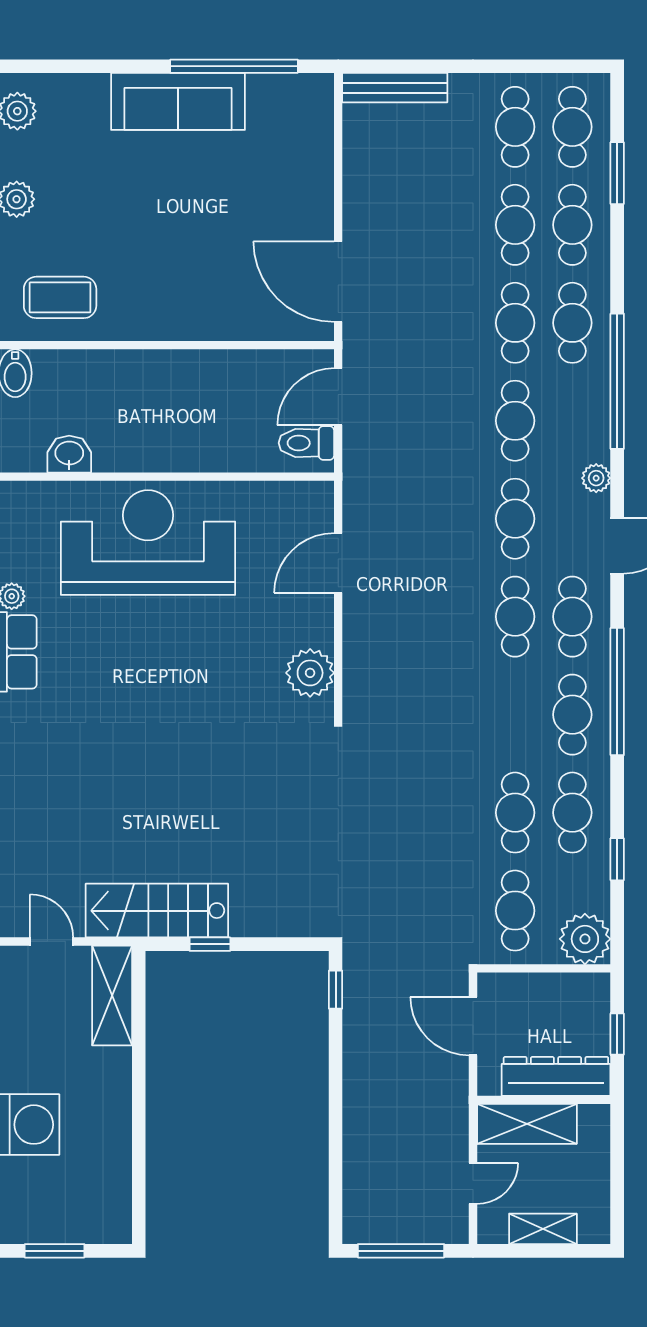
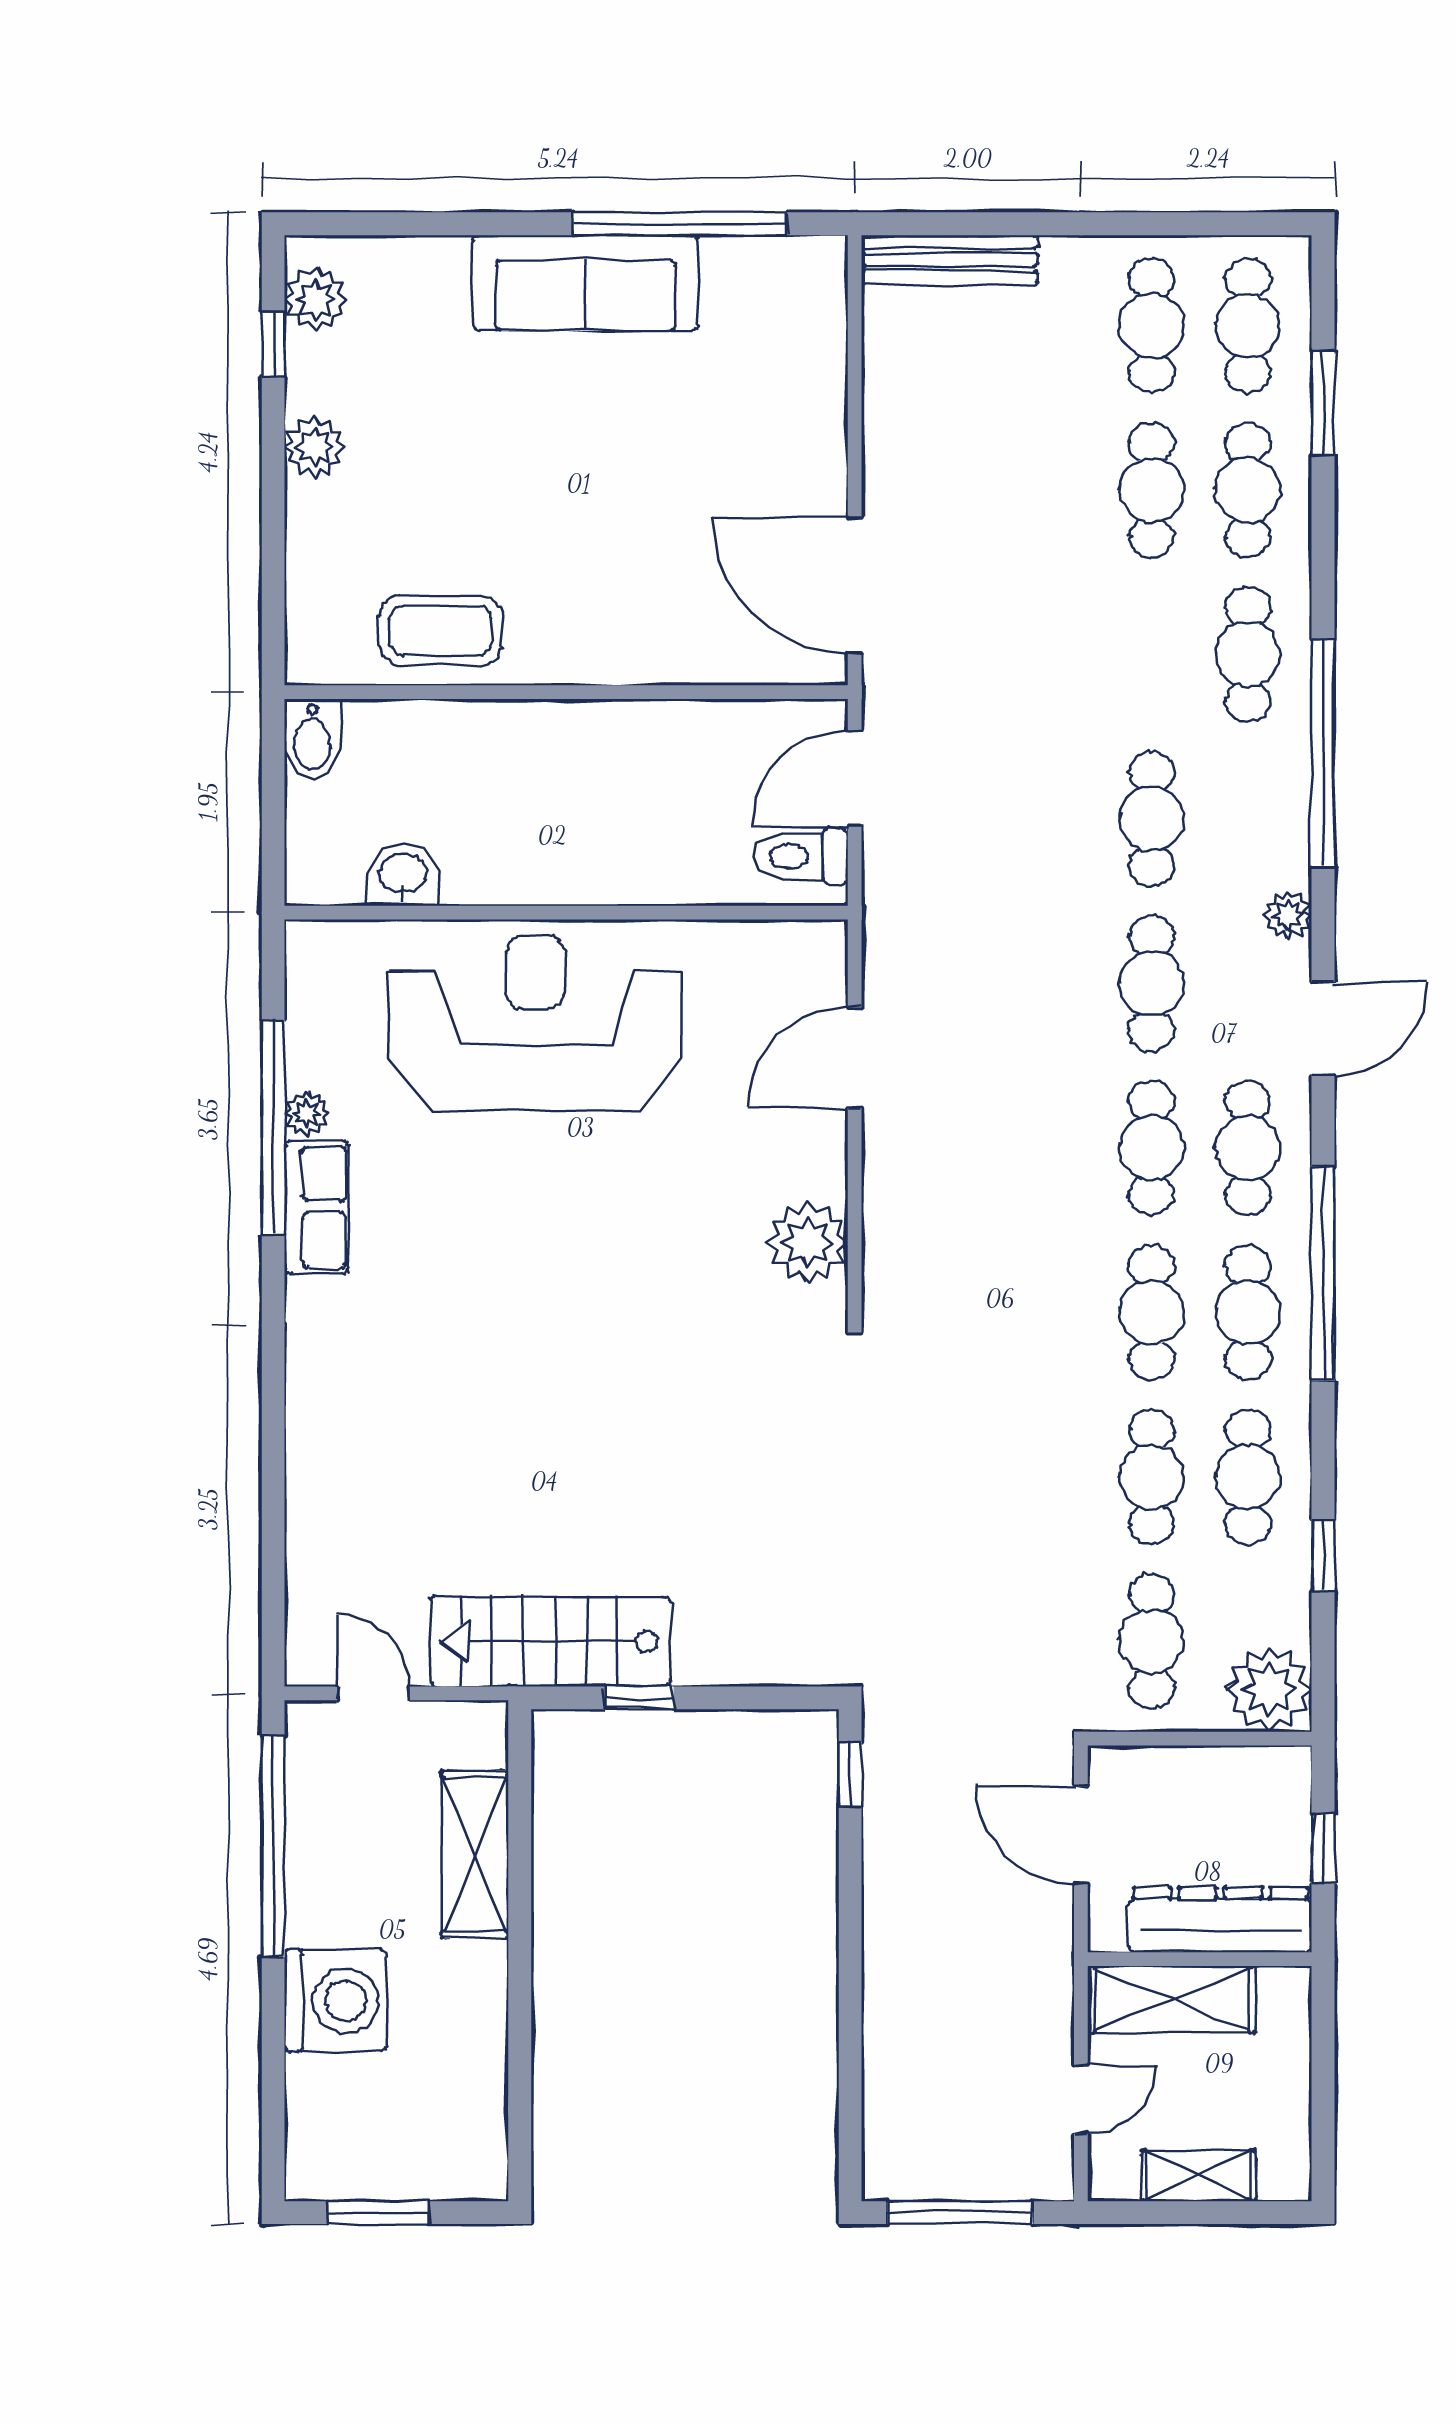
coffee table: (60, 297) -> (441, 631), moved
cafe table: (515, 323) -> (1152, 1312), moved
shelving: (112, 995) -> (475, 1854), moved

